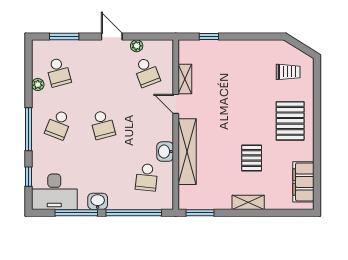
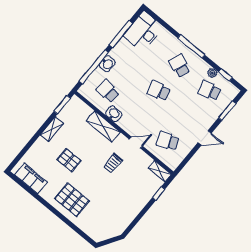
plant: (137, 46) -> (188, 148), removed
trolley: (288, 72) -> (113, 163), moved
shelving: (185, 79) -> (160, 171), moved
shelving: (187, 152) -> (103, 126), width x0.68
window: (28, 177) -> (225, 75), moved
washbasin: (98, 201) -> (107, 64), moved
shelving: (248, 202) -> (52, 129), moved

